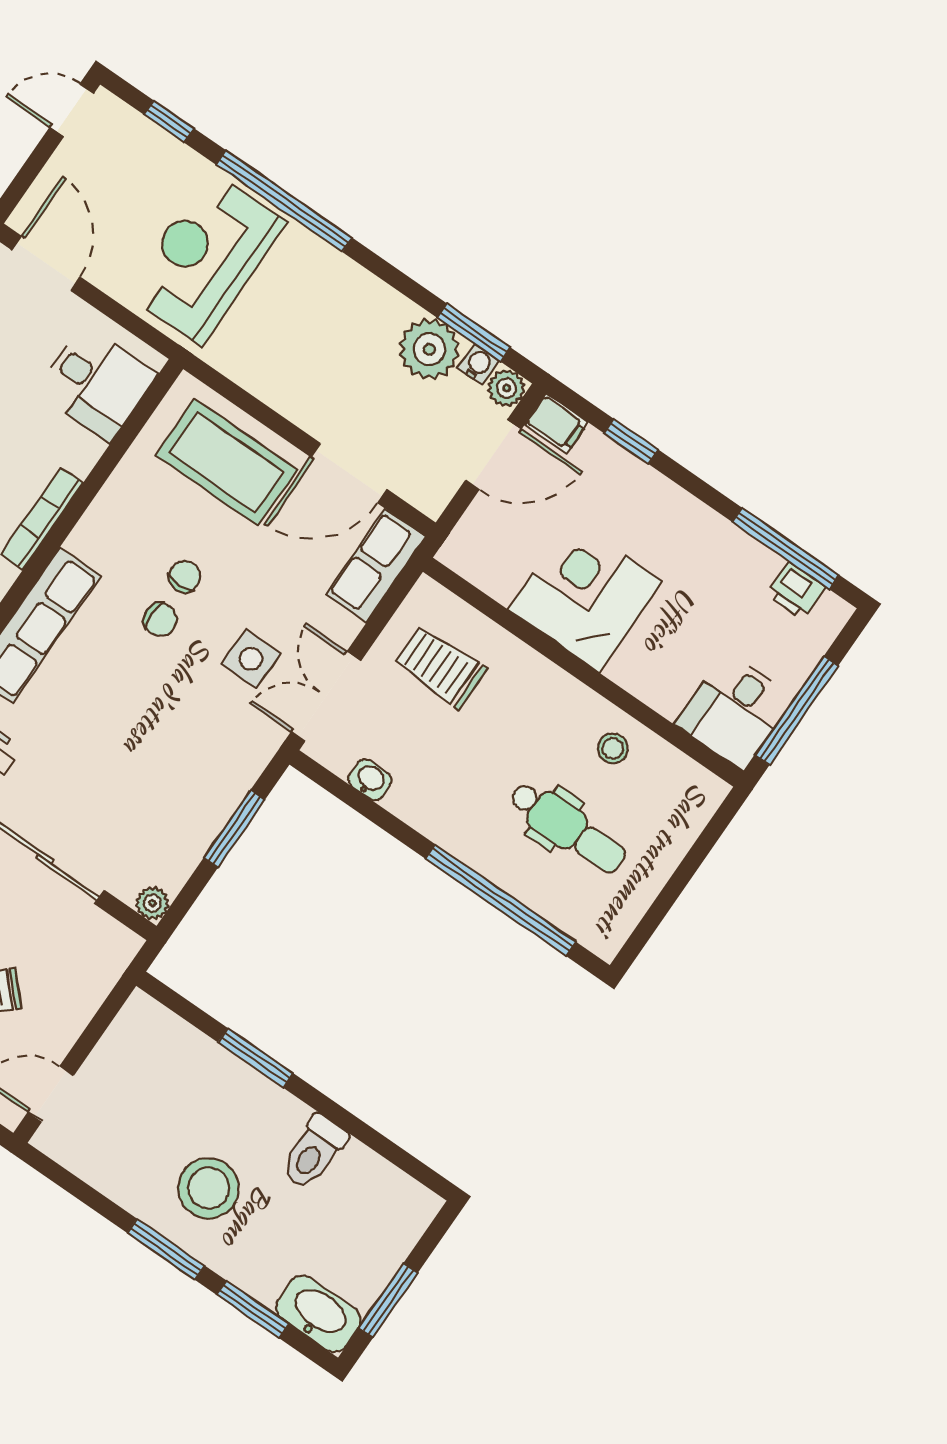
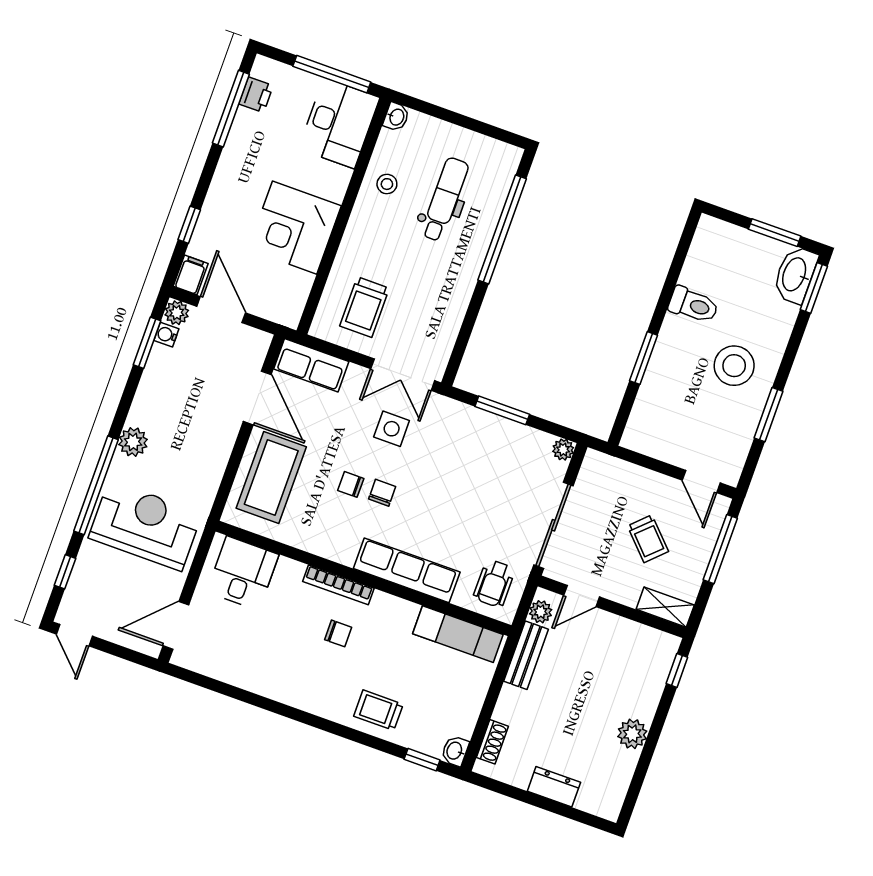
reception desk: (205, 258) -> (145, 526), turned 180
plant: (429, 349) -> (133, 442), moved, width x0.73, depth x0.73
desk: (734, 711) -> (339, 123), width x1.37
washbasin: (370, 780) -> (396, 117), moved, turned 180
window: (166, 1249) -> (768, 415), moved
window: (253, 1309) -> (814, 288), moved

